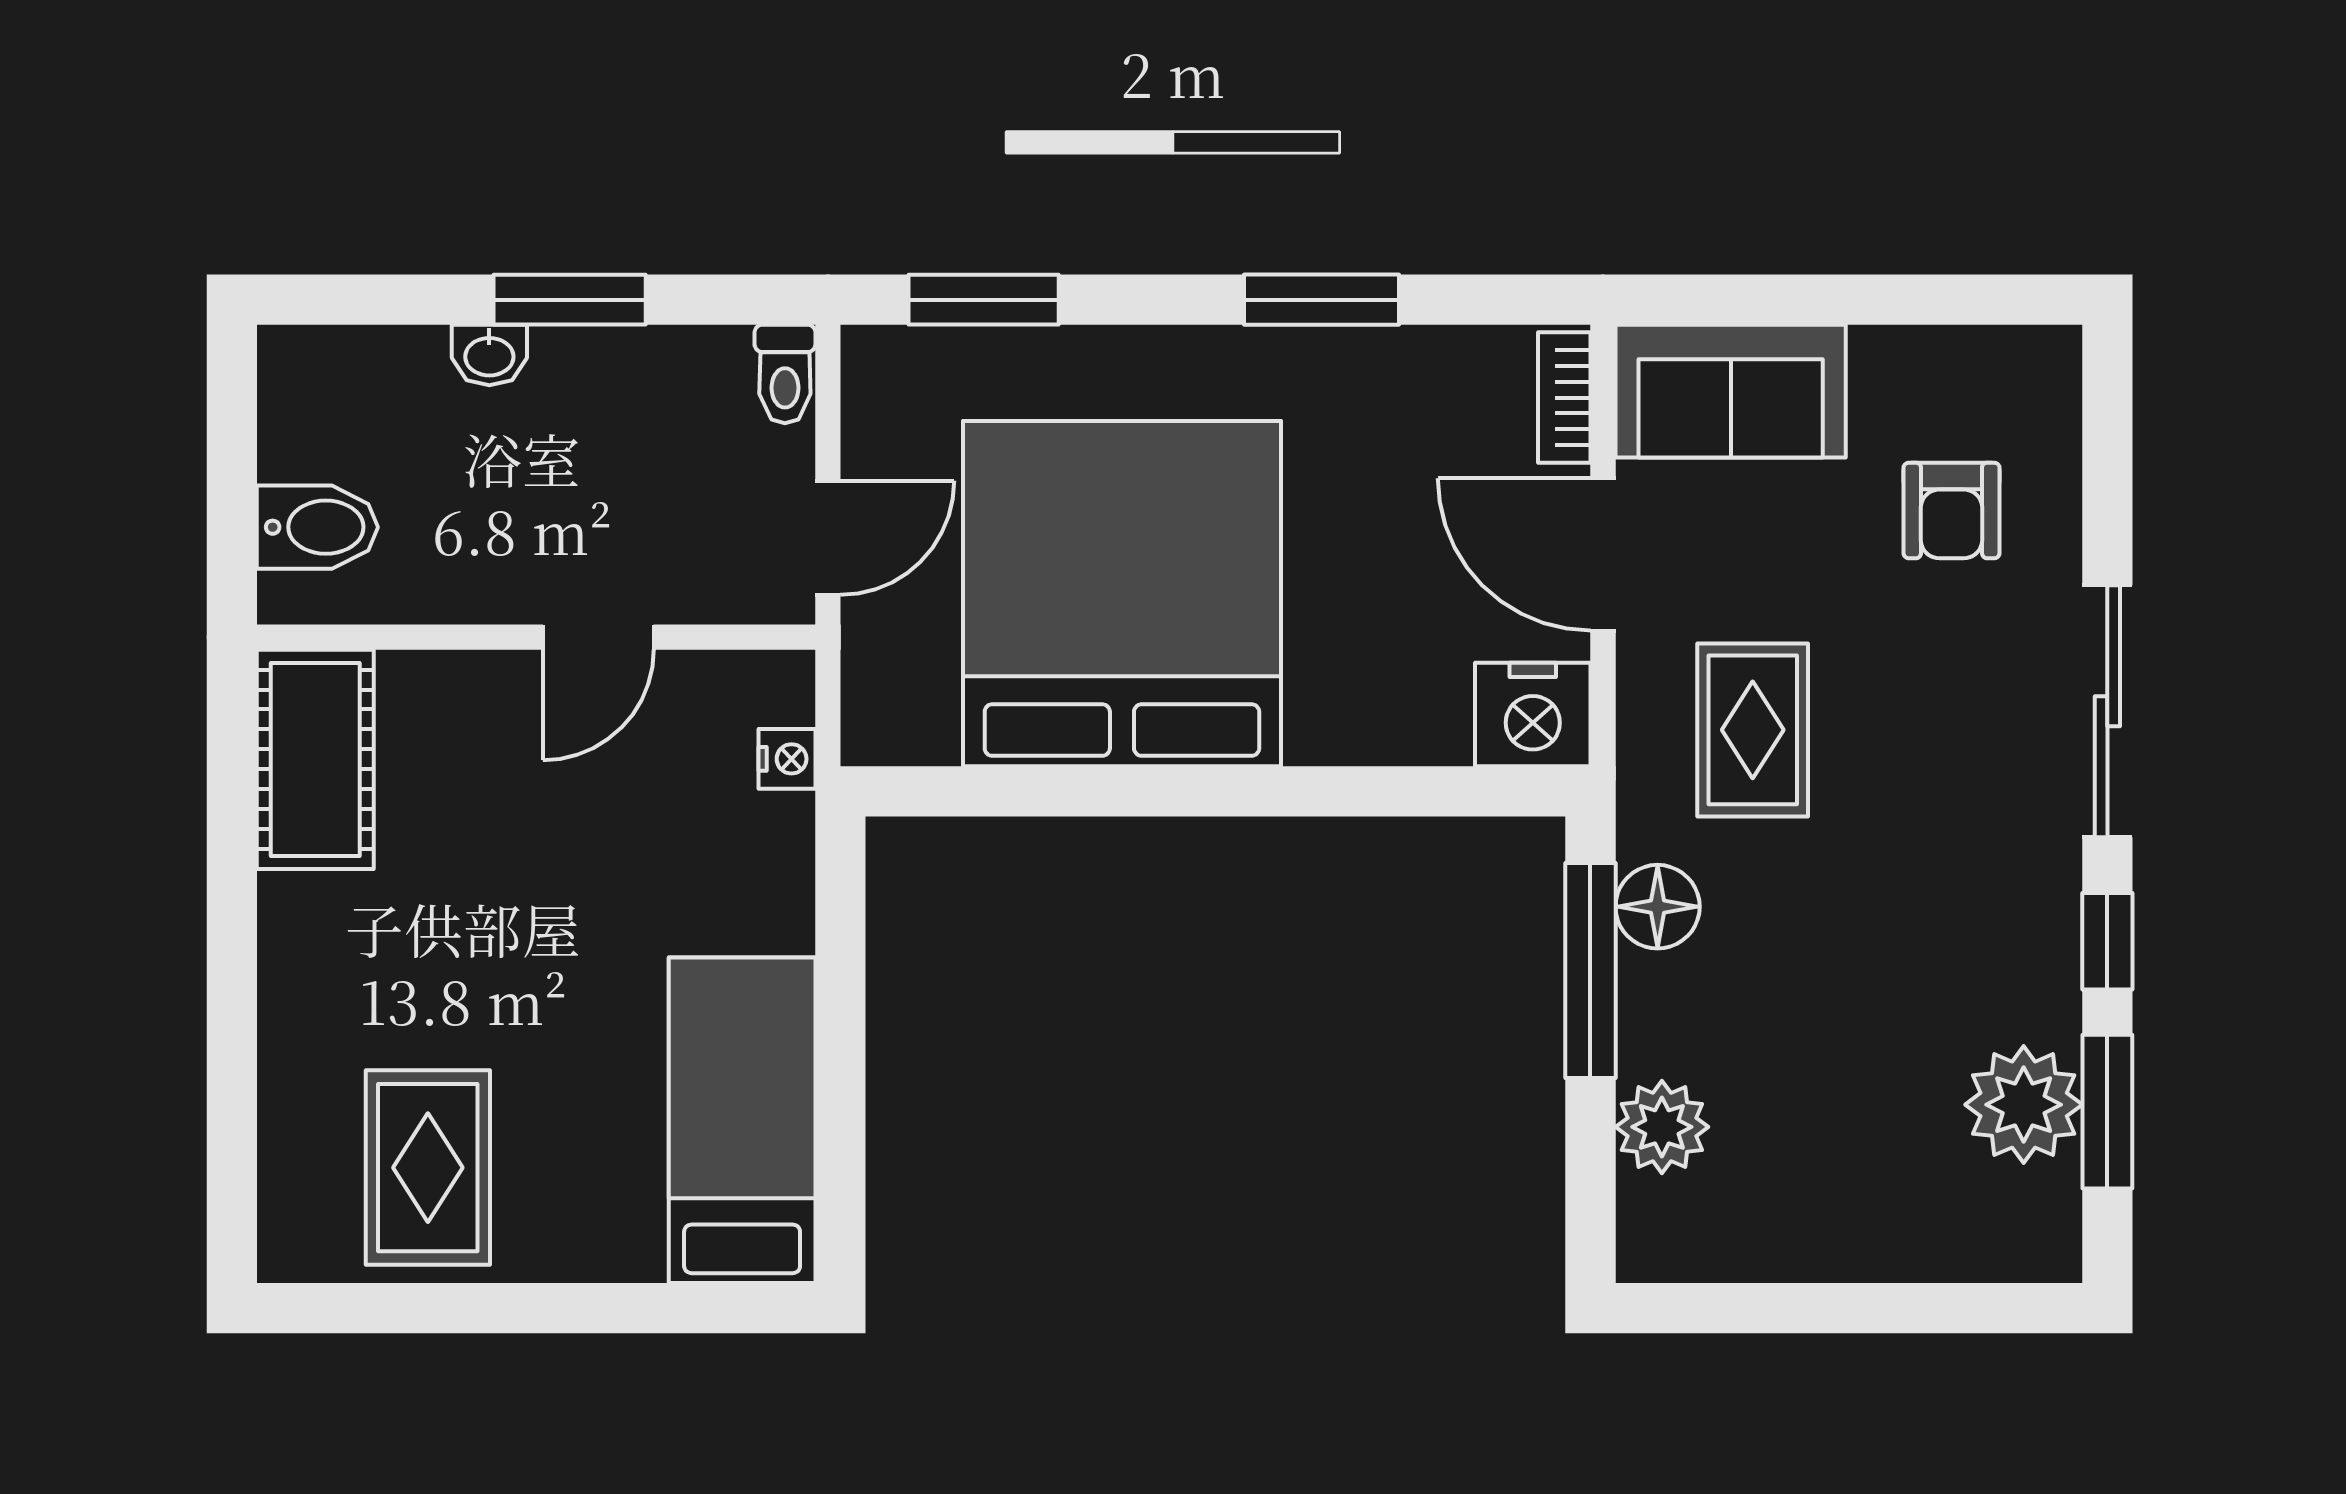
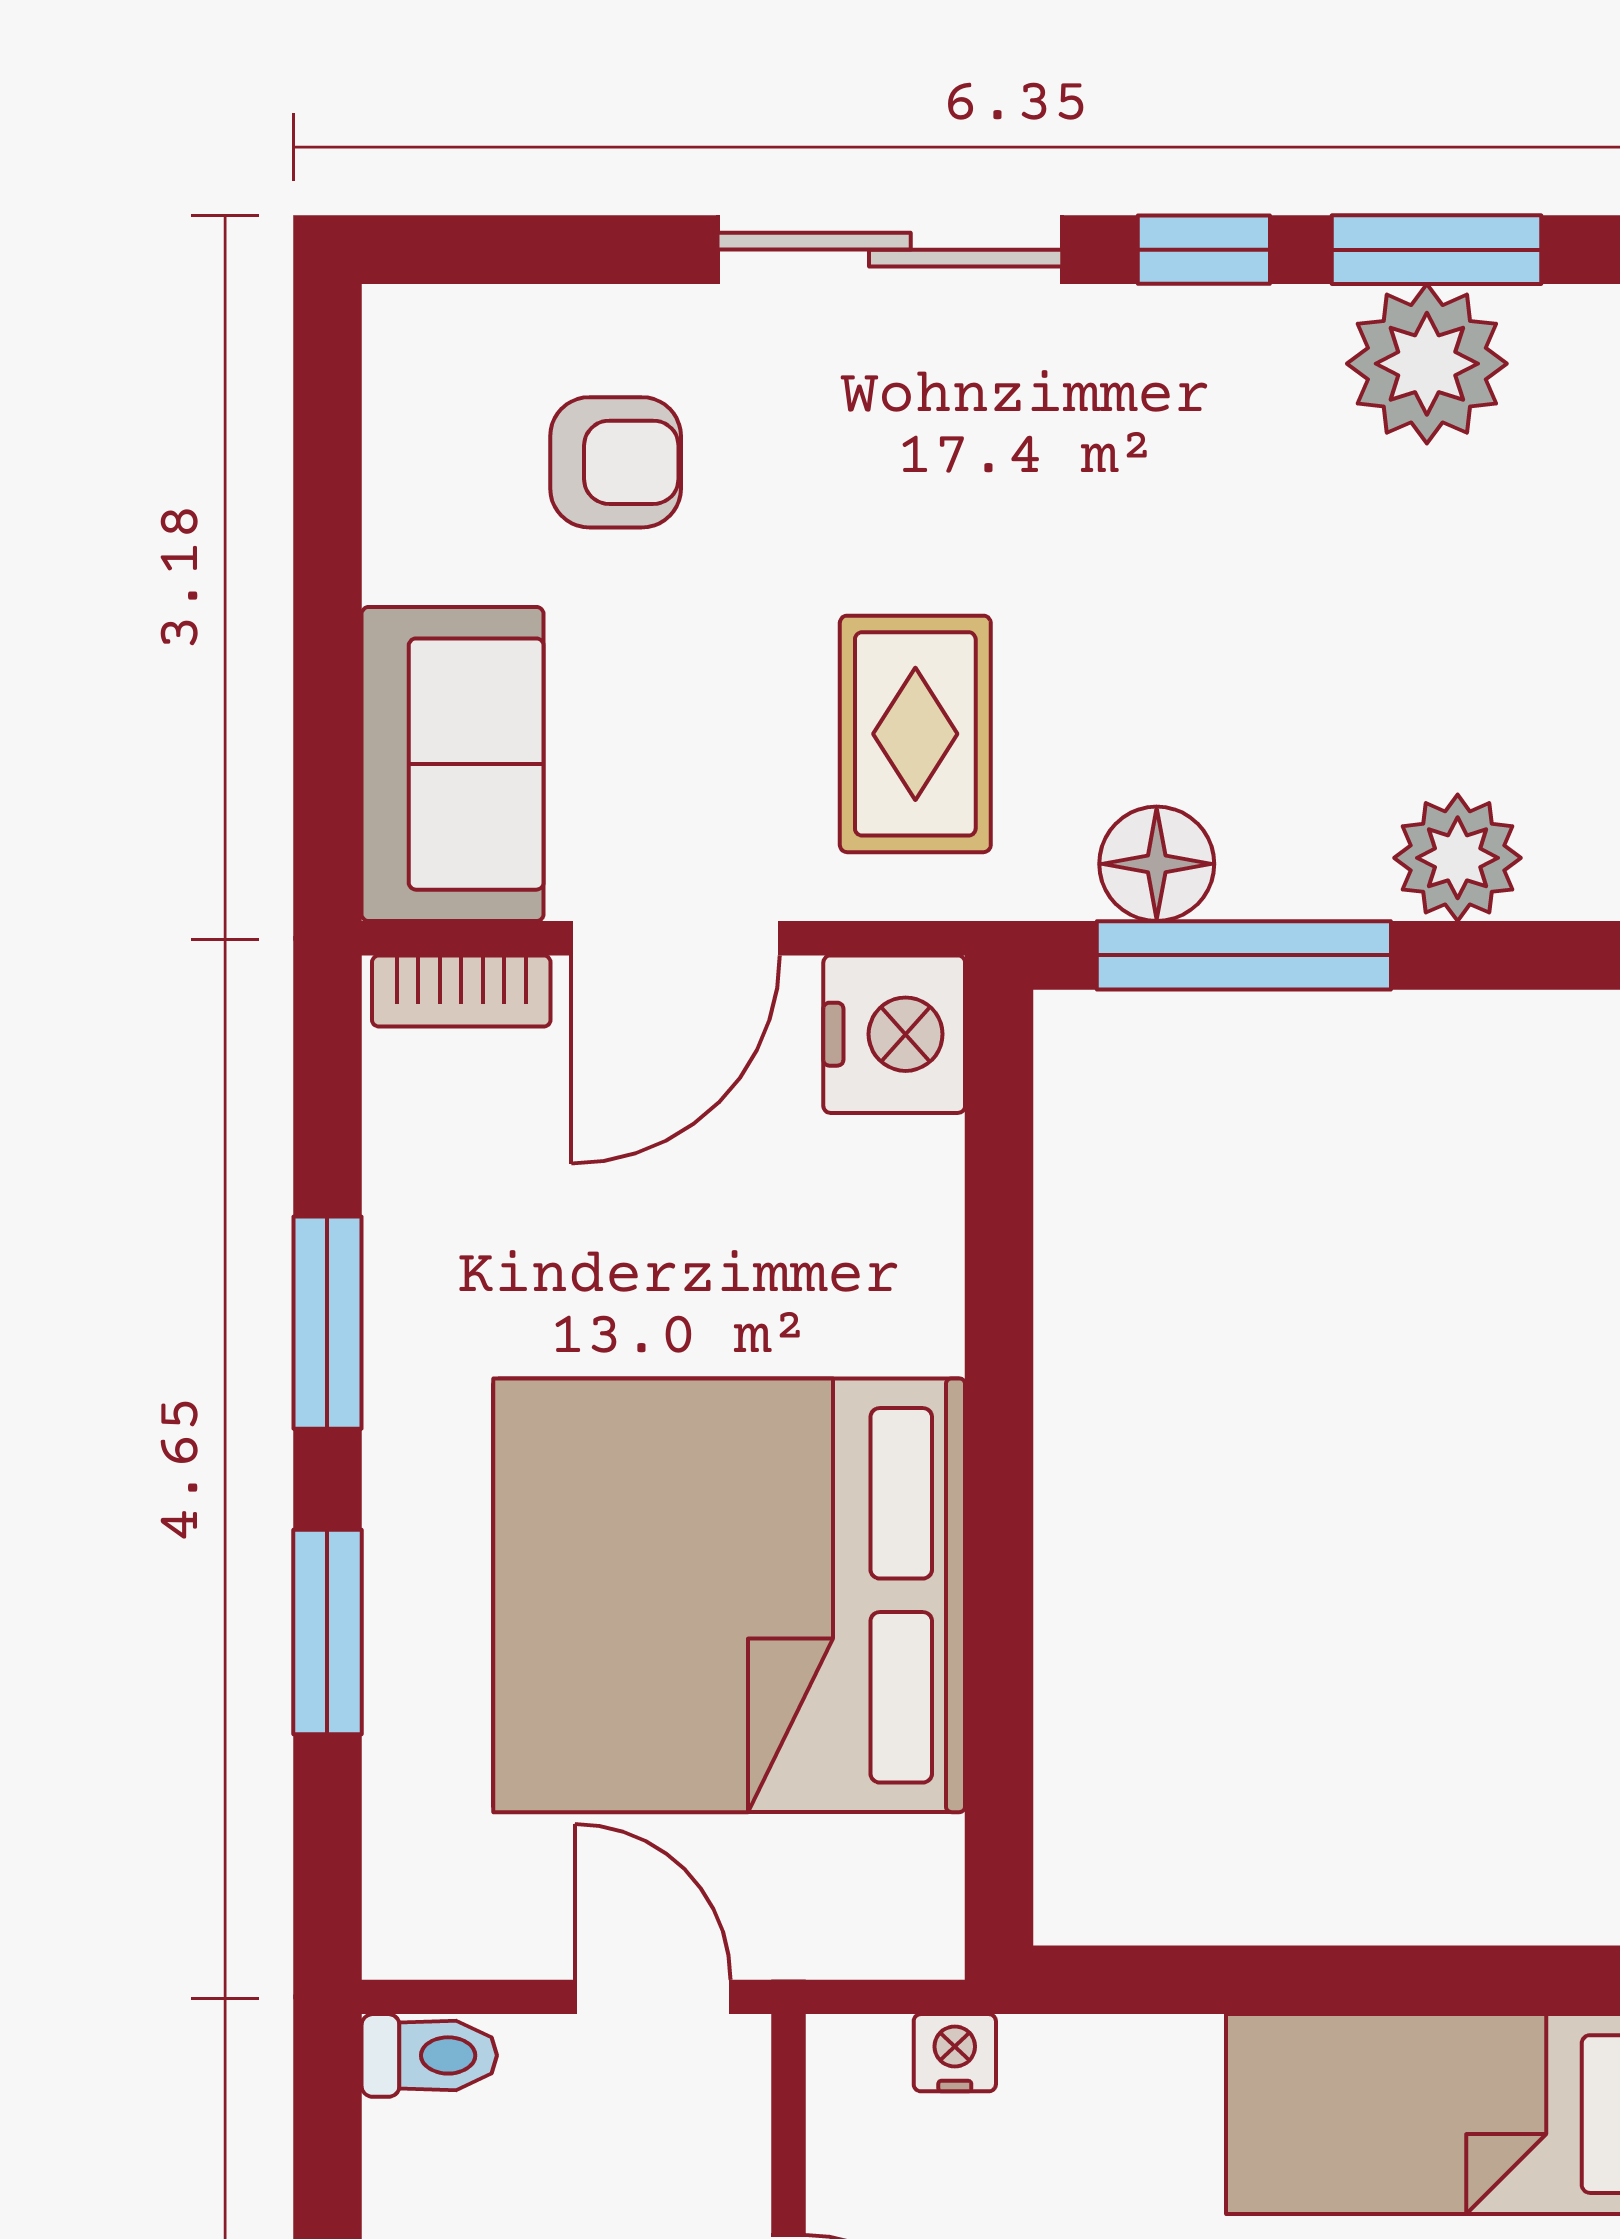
window: (984, 300) -> (327, 1632), moved
rug: (1753, 730) -> (915, 734), turned 90

